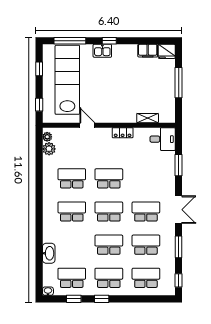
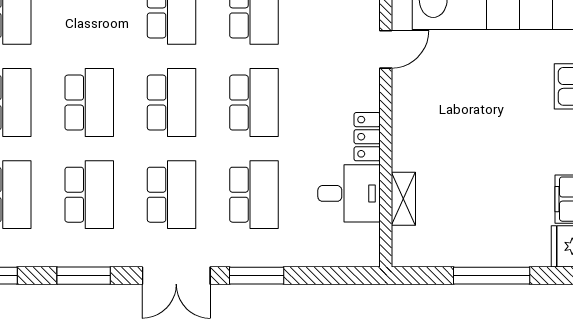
desk: (163, 139) -> (349, 193), moved, turned -90
window: (179, 165) -> (257, 276), moved
school desk: (146, 178) -> (254, 195), added

